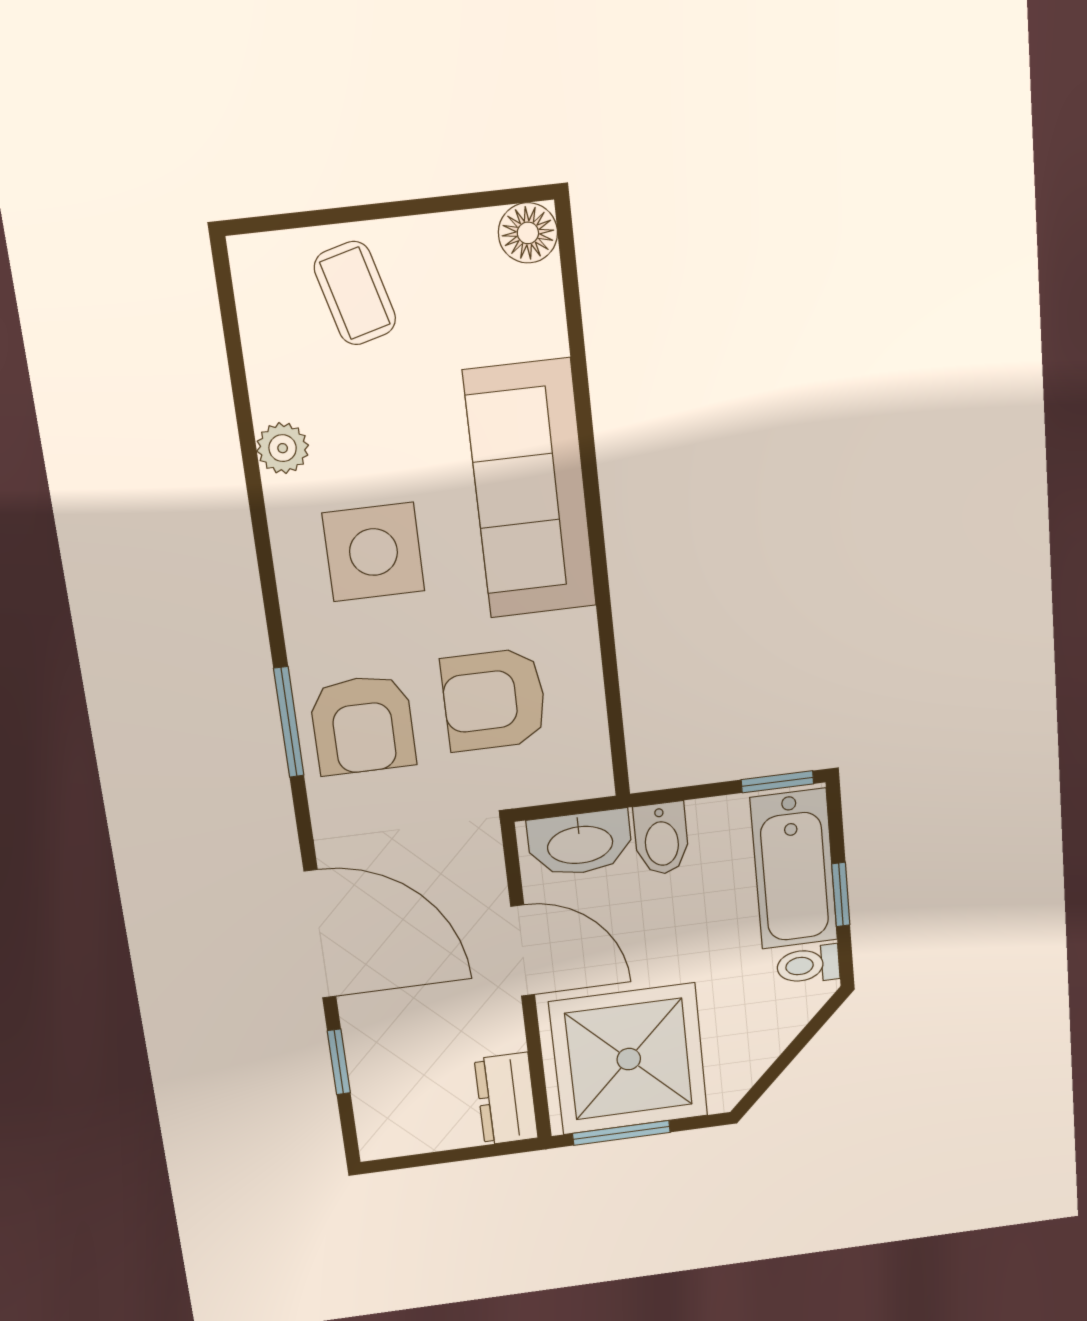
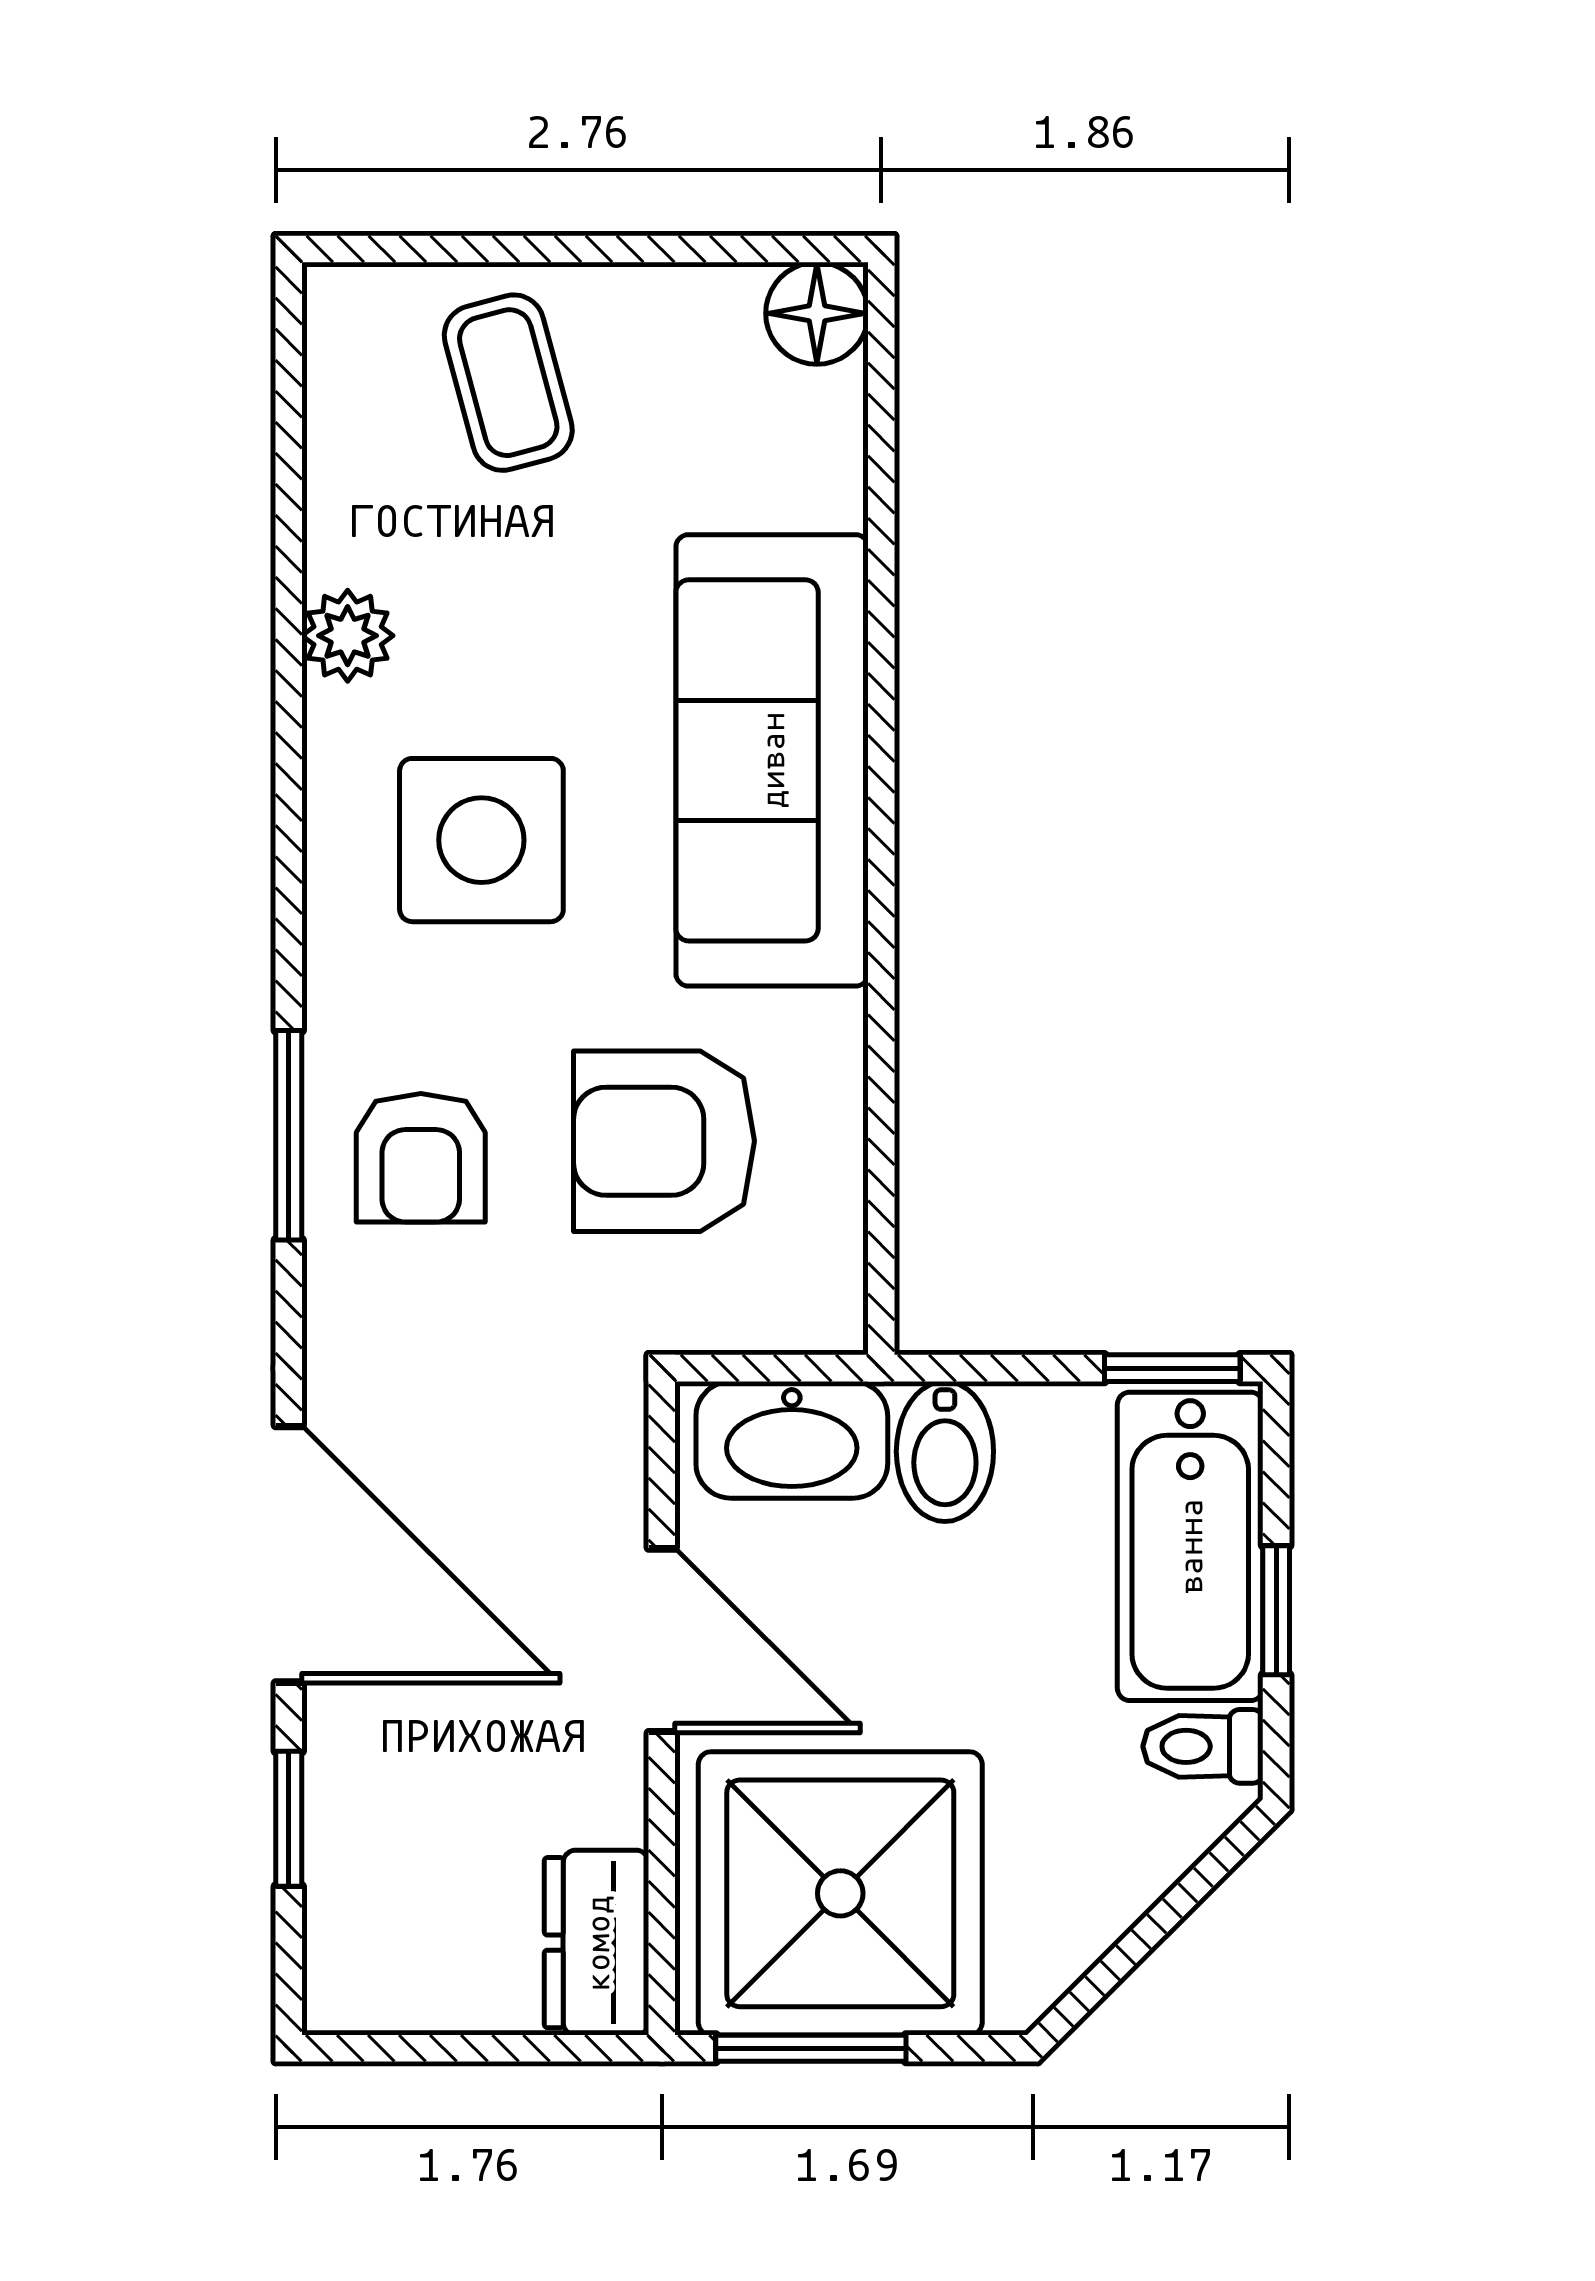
armchair: (363, 725) -> (421, 1158), width x0.72, depth x0.72

